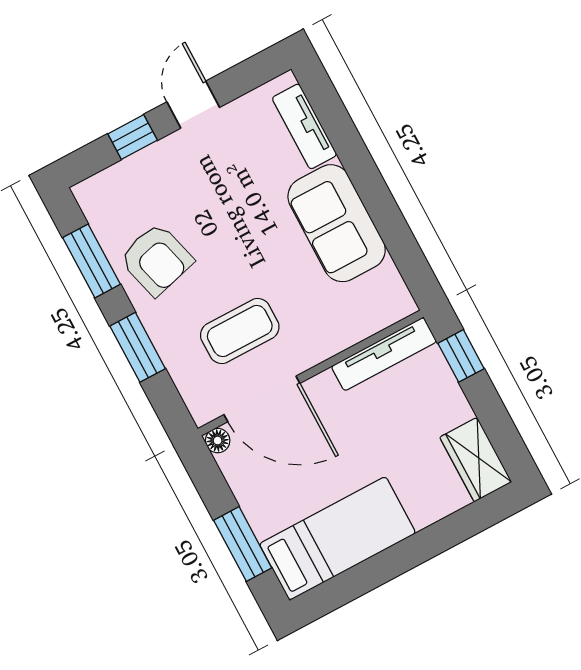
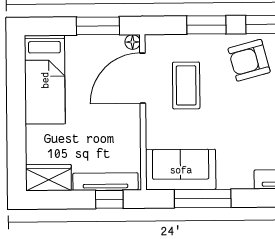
window: (390, 222) -> (203, 198), added
sofa: (337, 223) -> (181, 170), moved
tv unit: (384, 354) -> (105, 182), moved, turned 90
window: (243, 544) -> (98, 26), moved

